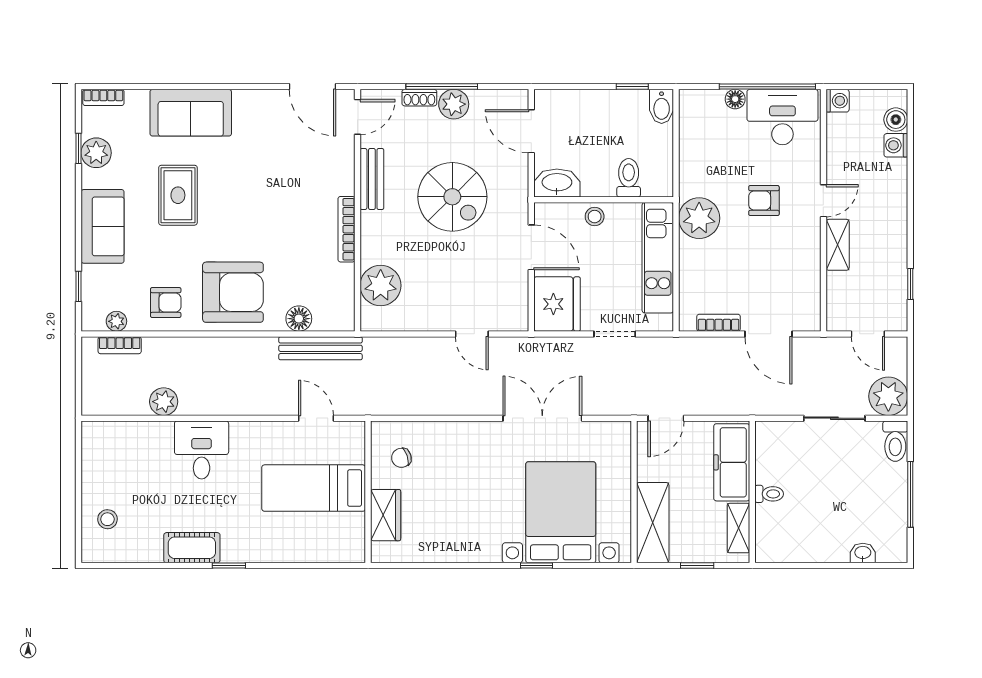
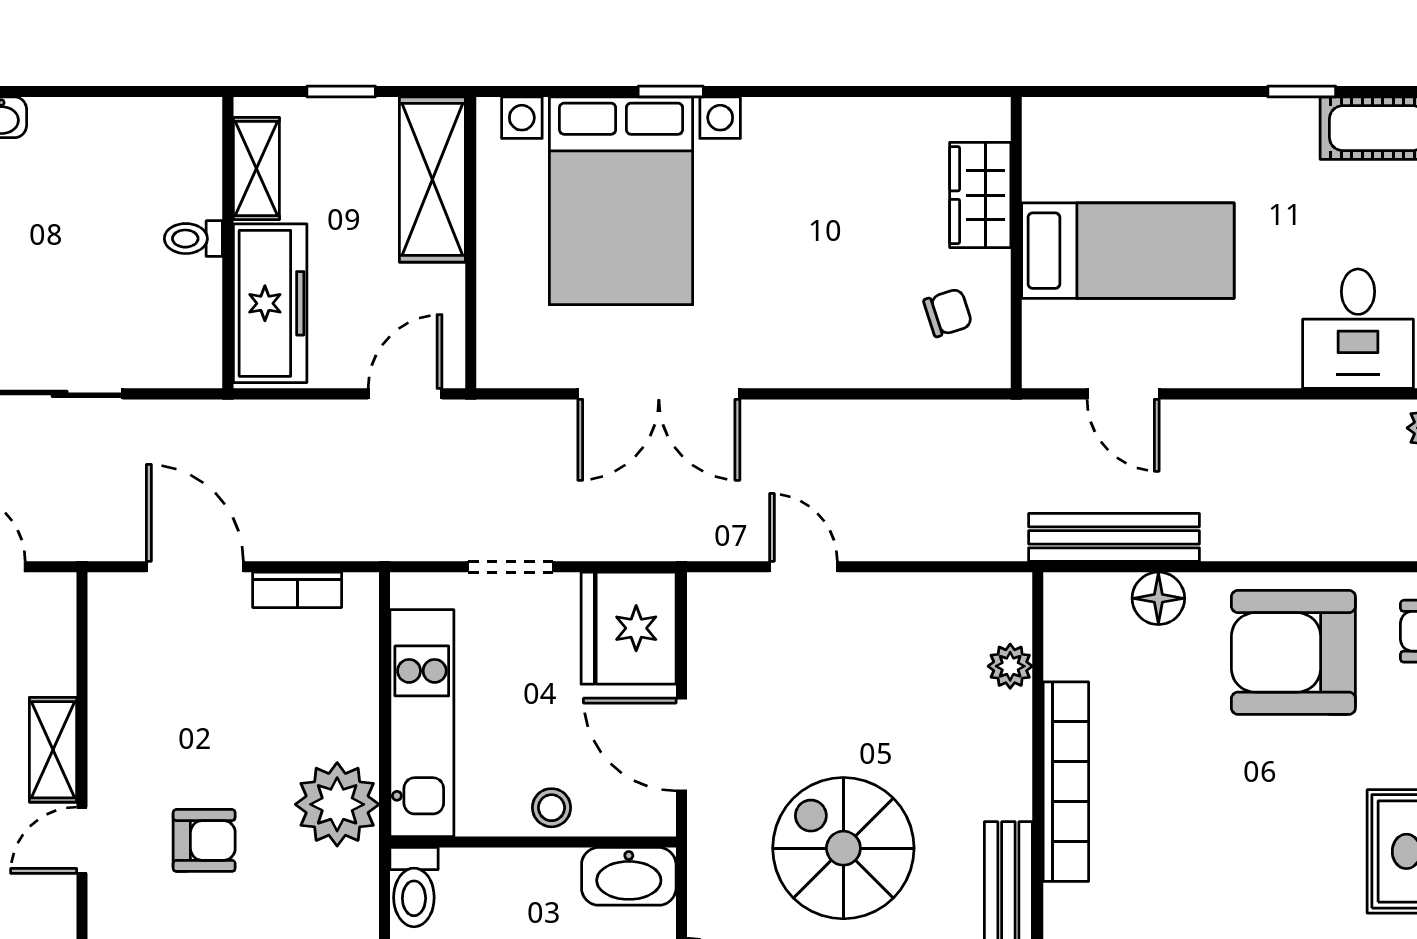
toilet: (629, 178) -> (414, 887), moved
bookcase: (347, 229) -> (1066, 782), width x1.48, depth x1.31
plant: (381, 285) -> (1010, 666), width x0.53, depth x0.53

